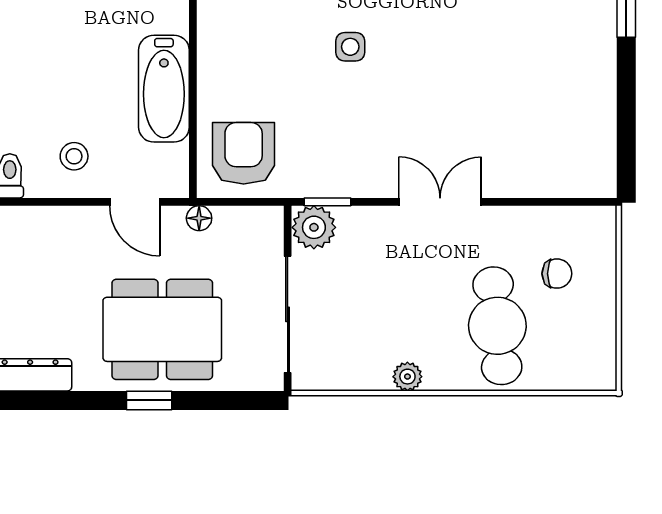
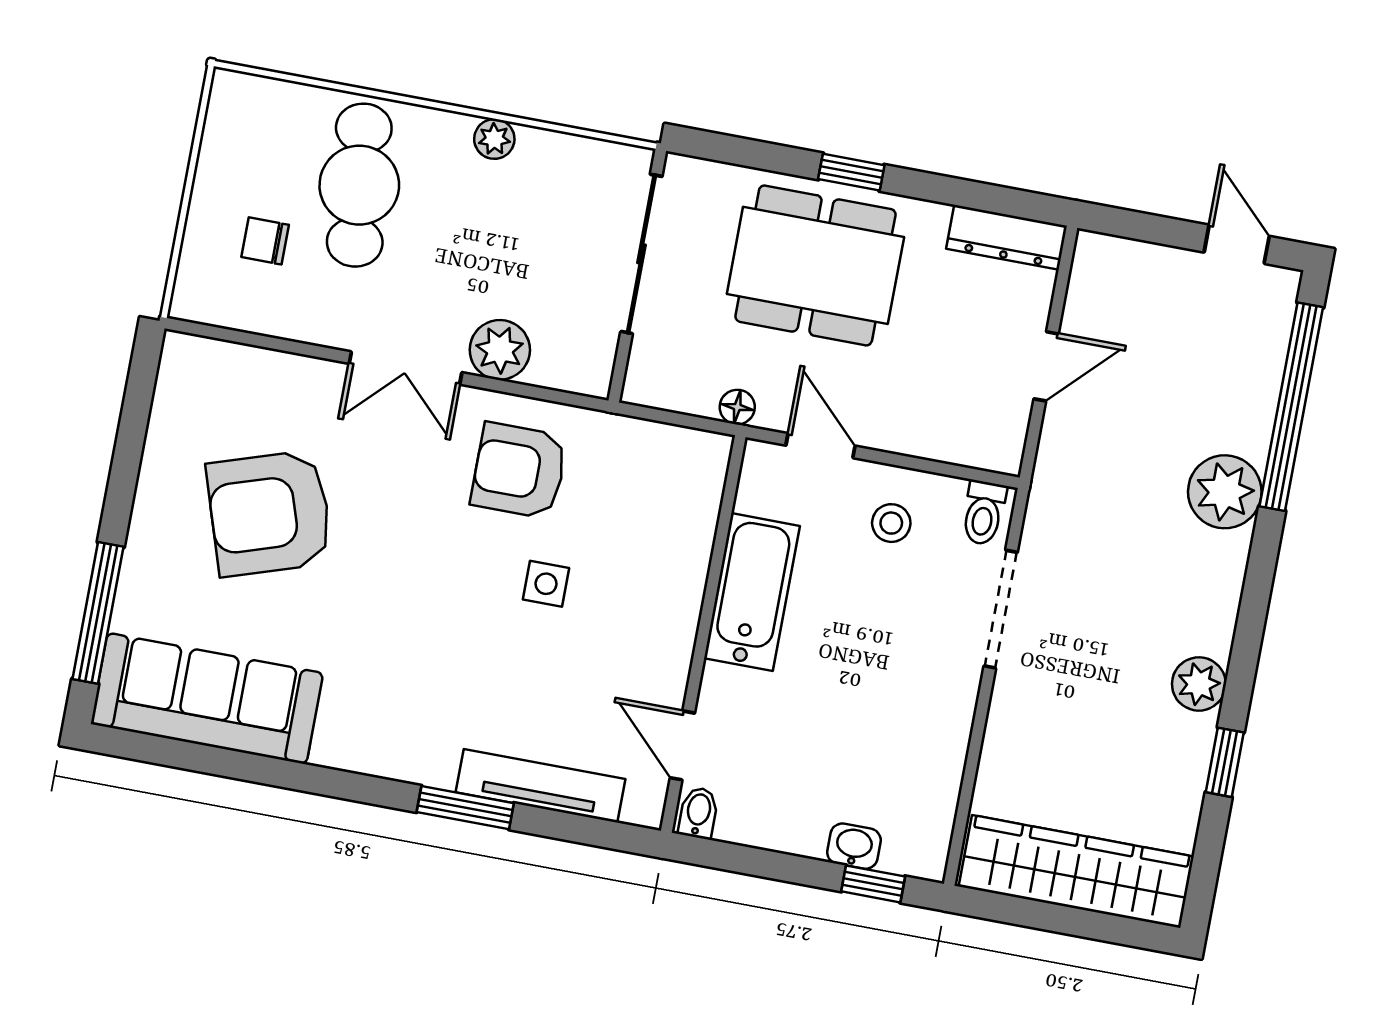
side table: (350, 47) -> (546, 584), moved
armchair: (517, 80) -> (270, 513), added
armchair: (244, 153) -> (519, 471), moved, turned 90
window: (327, 202) -> (559, 397), removed
plant: (314, 227) -> (500, 350), moved

